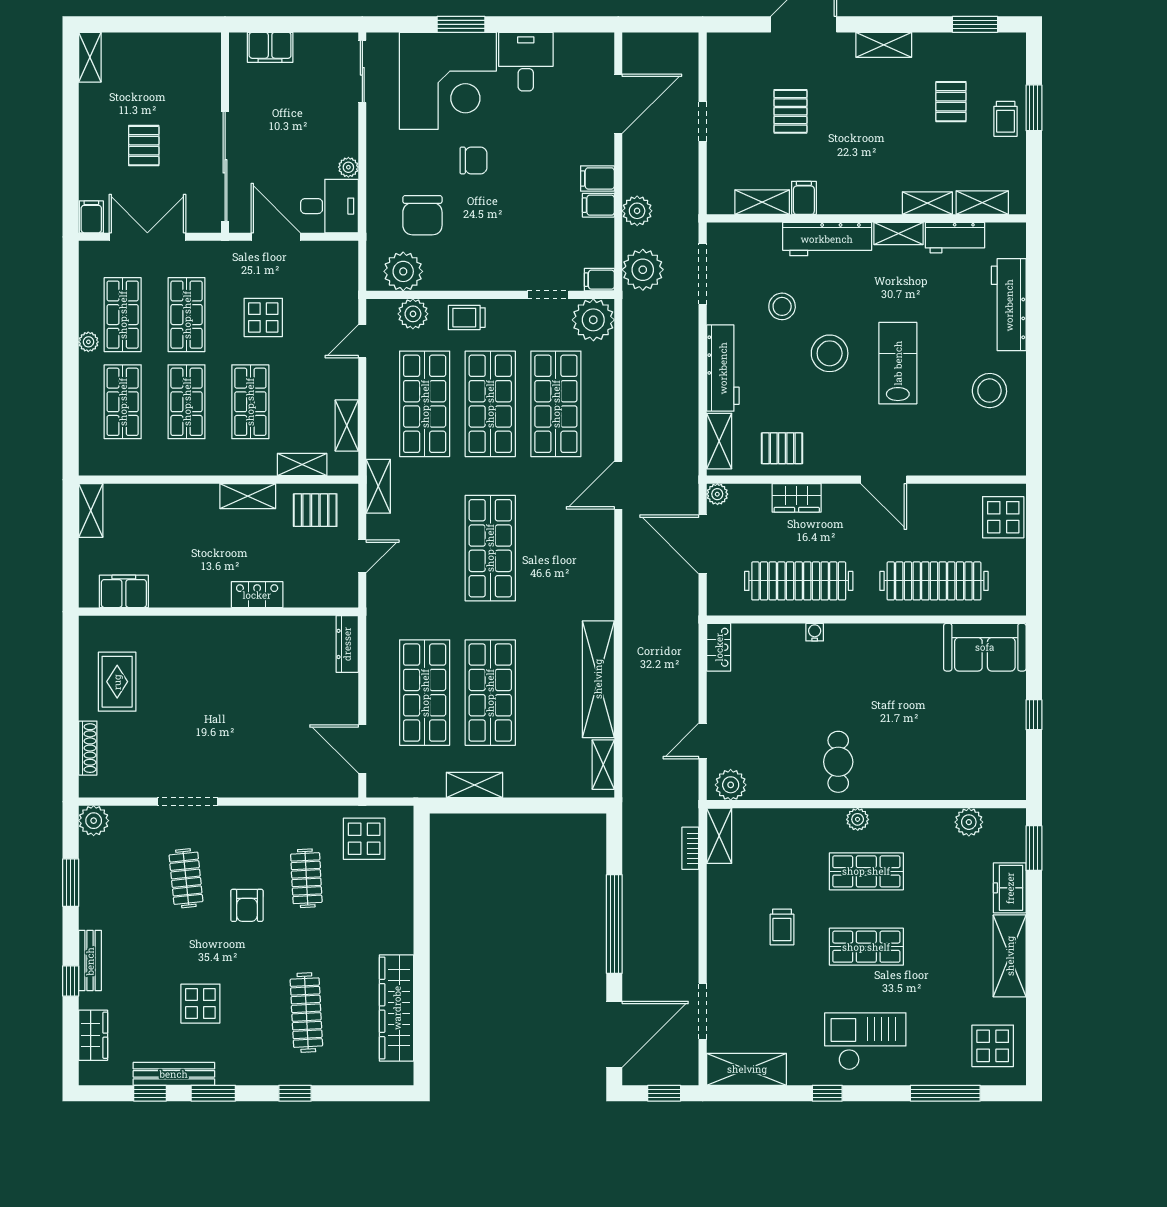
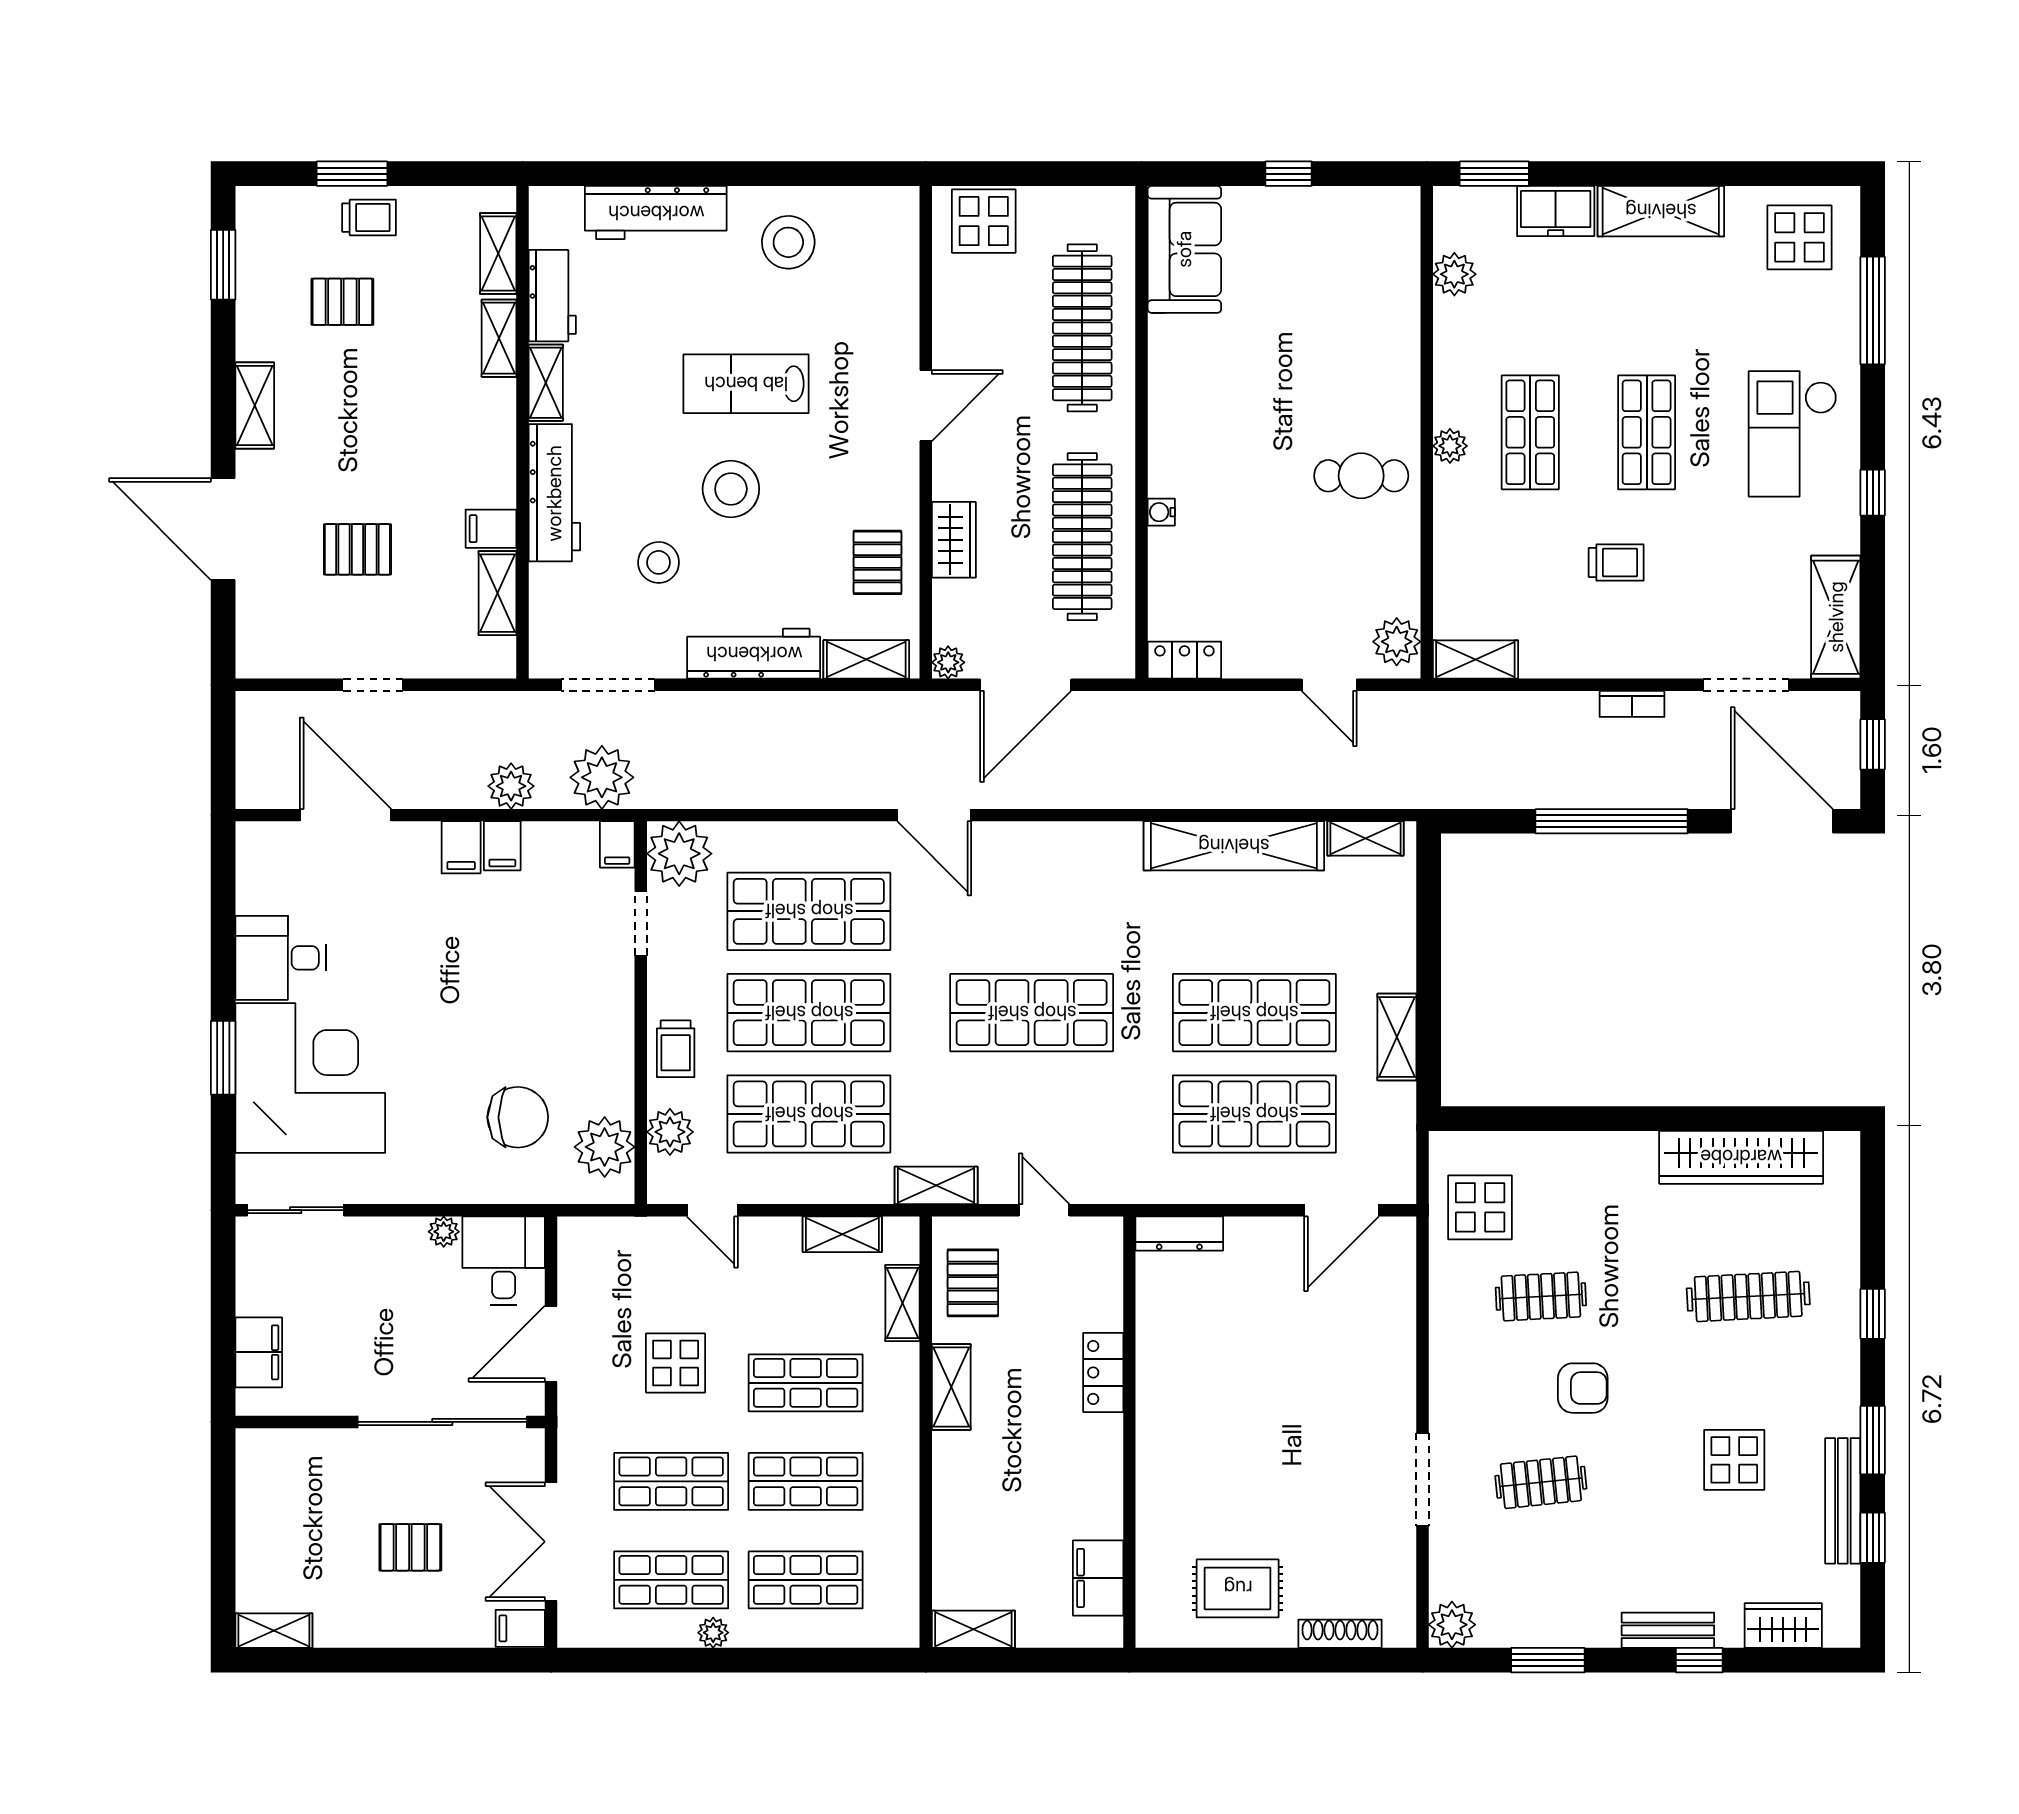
chair: (473, 160) -> (433, 1039), removed
bookcase: (690, 848) -> (1632, 704), moved

